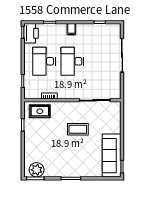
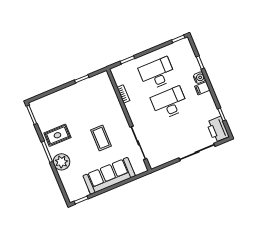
water cooler: (62, 28) -> (199, 78), added
printer: (31, 33) -> (218, 129), moved, turned 90
rug: (40, 111) -> (57, 135), moved, turned 90
sofa: (112, 156) -> (109, 176), moved
plant: (37, 170) -> (61, 162), moved

